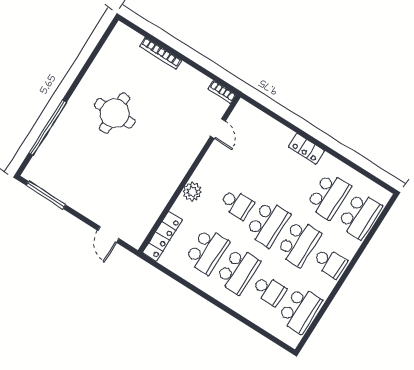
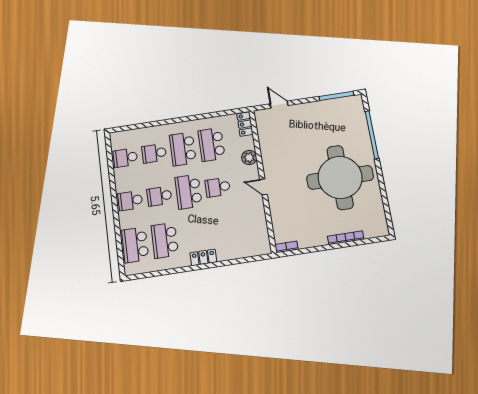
round table: (115, 113) -> (340, 177), width x1.86, depth x1.86
door: (218, 129) -> (263, 187), moved
plant: (192, 192) -> (249, 157), moved
locker: (163, 236) -> (245, 124), width x0.66
school desk: (299, 243) -> (159, 196), width x0.54
school desk: (300, 310) -> (125, 158), width x0.54

